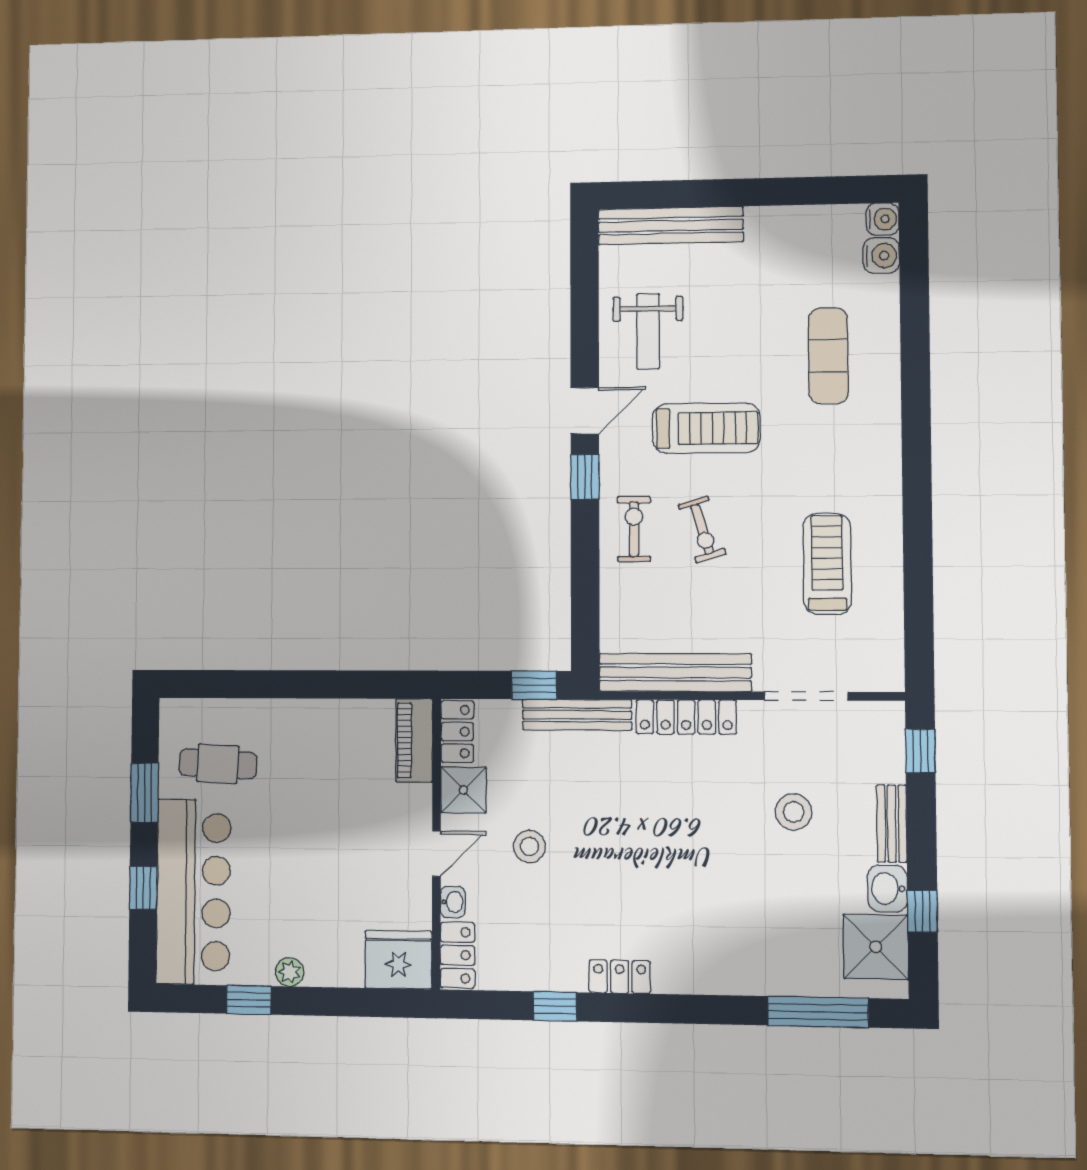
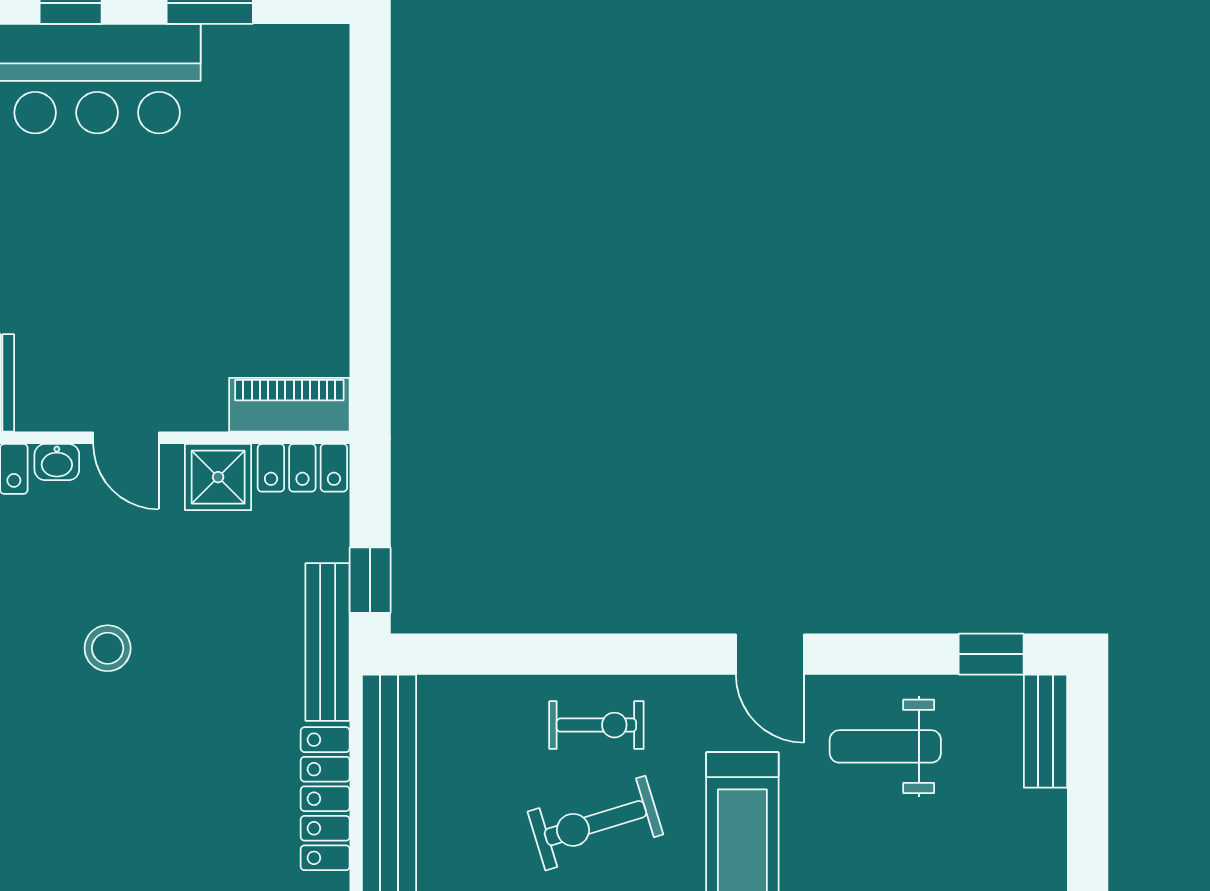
bench: (671, 226) -> (1045, 731), width x0.54, depth x0.82
window: (585, 477) -> (991, 654), moved
exercise bike: (702, 529) -> (595, 823), width x1.38, depth x1.39
cafe table: (218, 764) -> (253, 113), removed
stool: (529, 846) -> (108, 648), moved

